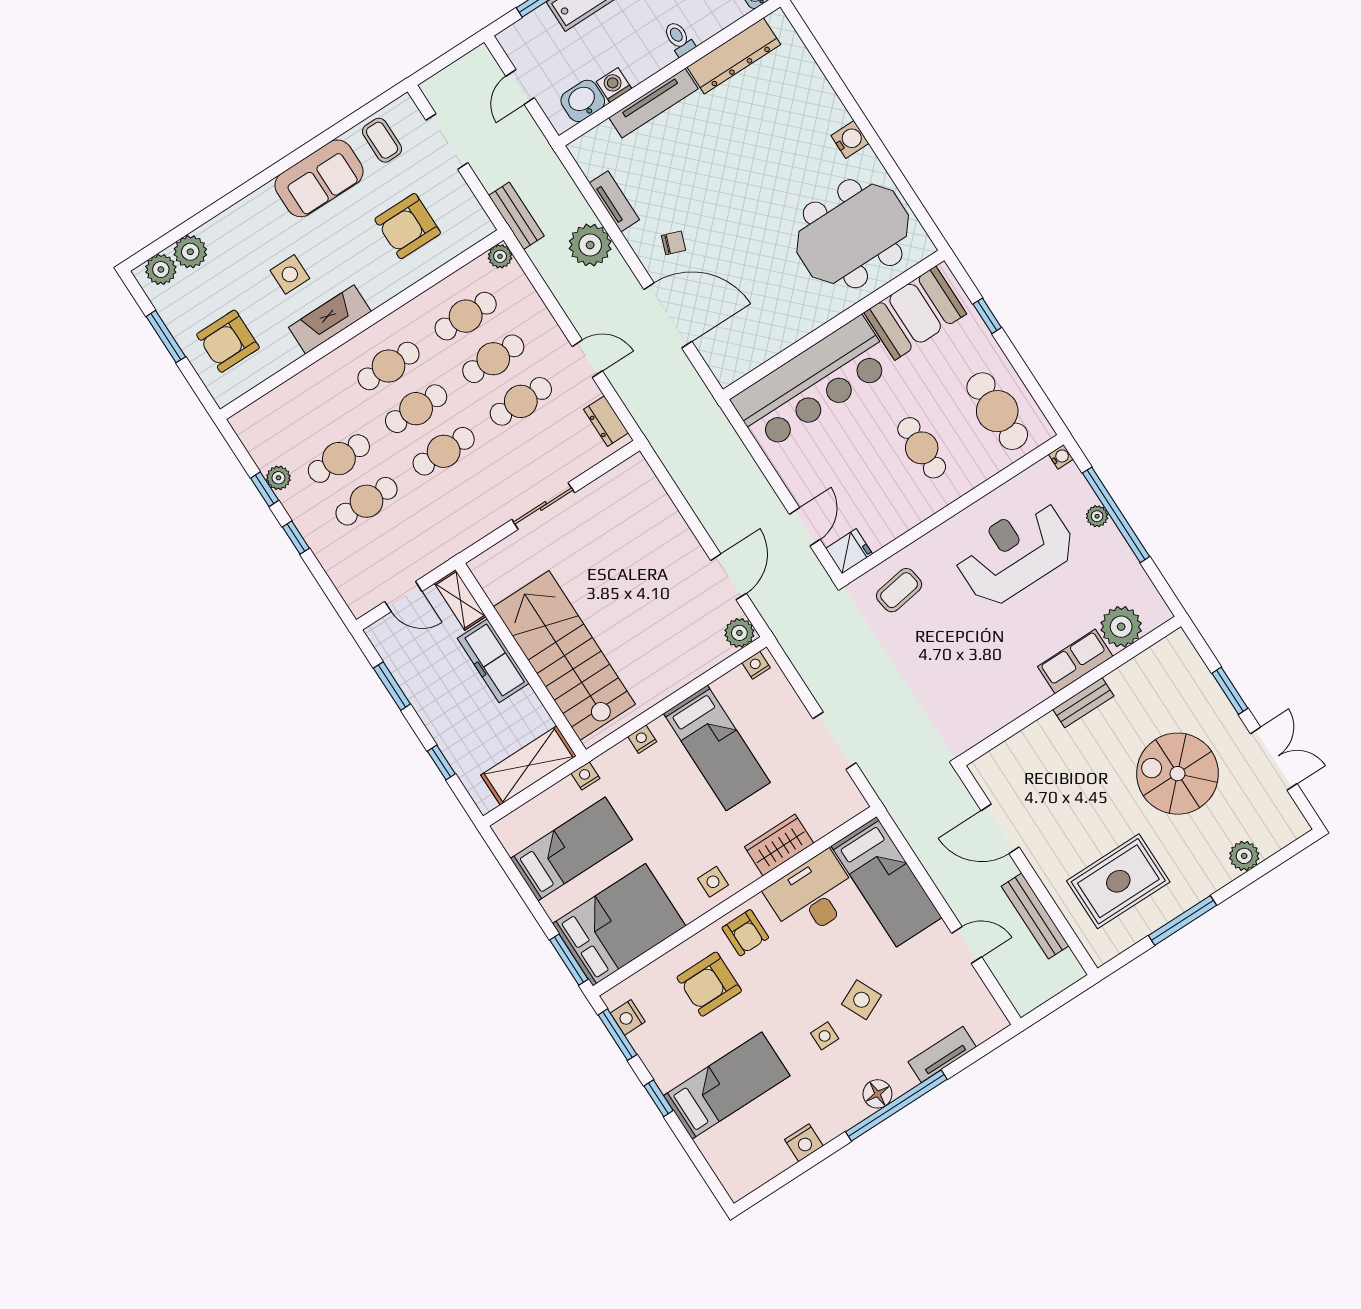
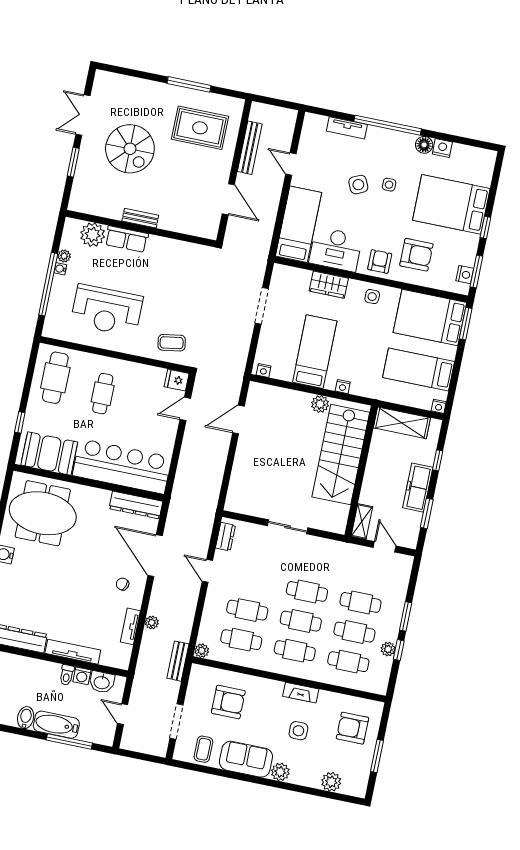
toilet: (679, 39) -> (67, 675), moved
door: (520, 87) -> (123, 714), swing flipped
plant: (590, 245) -> (152, 623), width x0.53, depth x0.53
plant: (161, 269) -> (280, 772), moved
fireplace: (330, 319) -> (301, 693), width x0.73, depth x0.76
armchair: (228, 341) -> (353, 728), turned 180
dresser: (751, 354) -> (136, 505), added
cafe table: (521, 401) -> (348, 662), moved
water cooler: (1061, 457) -> (60, 269), moved
plant: (1097, 516) -> (64, 256), moved
window: (296, 538) -> (406, 616), width x1.50
plant: (739, 633) -> (320, 404), moved
freezer: (493, 661) -> (418, 488), moved, turned 180
nightstand: (585, 776) -> (439, 406), moved
plant: (1244, 856) -> (136, 86), removed
bed: (727, 1086) -> (451, 204), width x1.50
floor lamp: (877, 1094) -> (424, 145), moved

